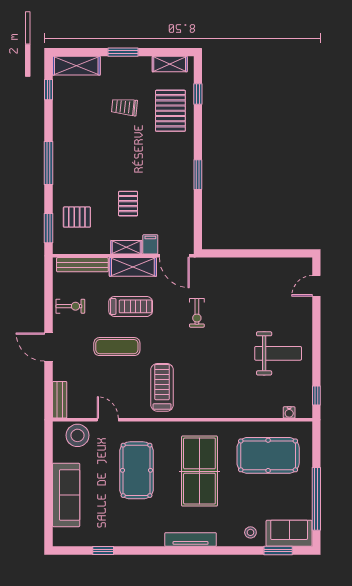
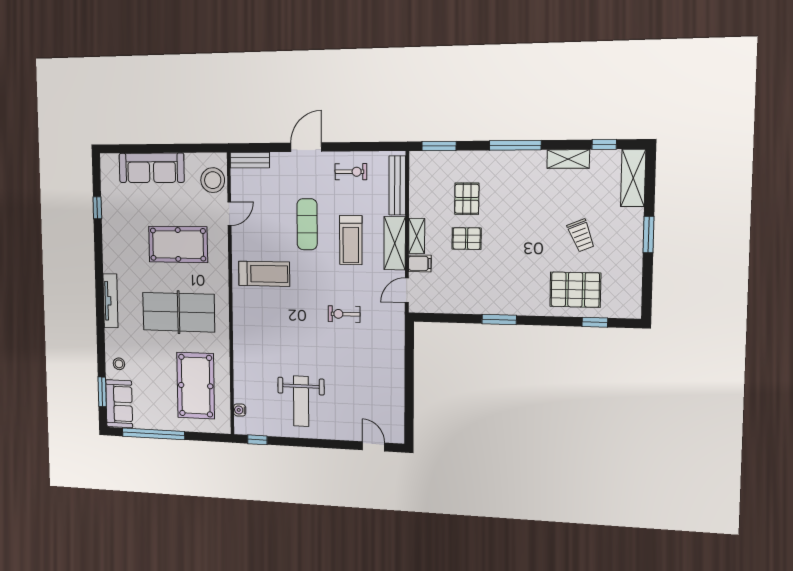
shelving: (170, 64) -> (568, 159), moved, turned 90
trolley: (124, 107) -> (581, 235), turned 152
pallet: (77, 217) -> (467, 199), moved
door: (174, 256) -> (407, 290), width x0.73
exercise bike: (70, 306) -> (351, 172), turned -90

